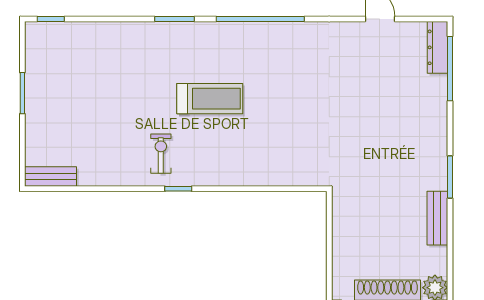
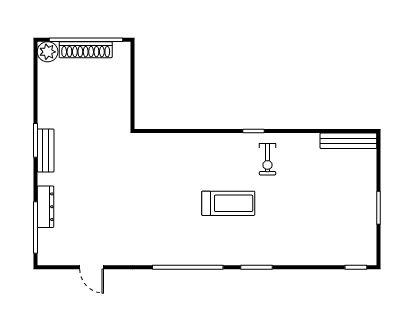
dresser: (438, 47) -> (46, 207), moved
treadmill: (210, 99) -> (228, 203), turned 180
bench: (51, 177) -> (348, 141), width x1.36
bench: (437, 218) -> (46, 150), moved

